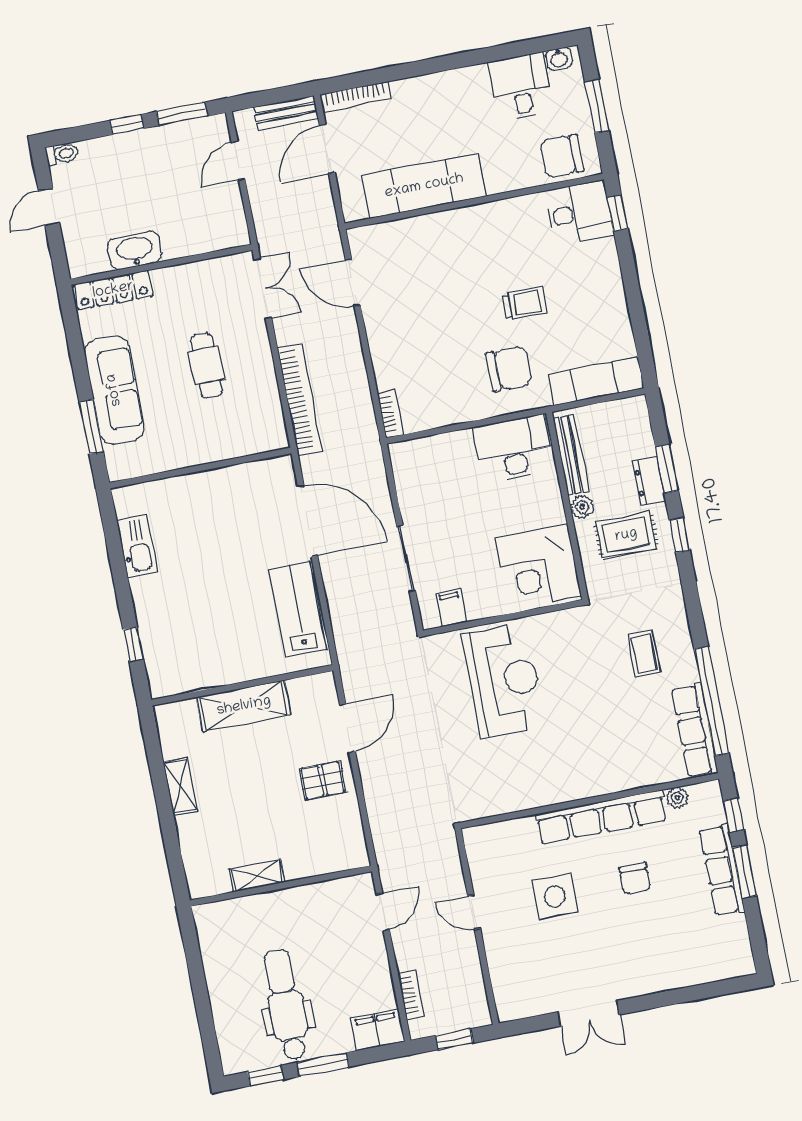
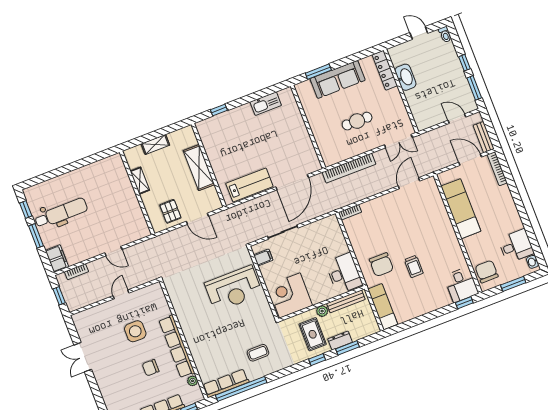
shelving: (257, 876) -> (140, 181), moved
wall: (281, 886) -> (137, 193), moved

